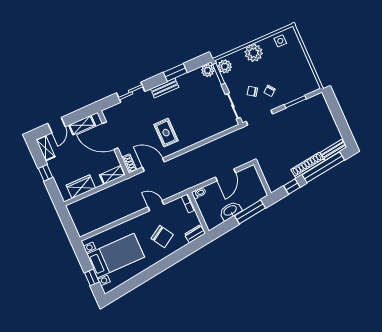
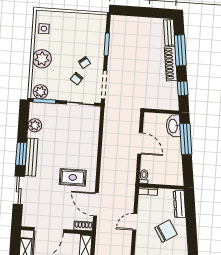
plant: (208, 70) -> (35, 125), moved
window: (175, 72) -> (21, 154), moved
bench: (165, 88) -> (31, 157), width x1.36
door: (153, 165) -> (96, 204), hinge flipped
window: (323, 167) -> (180, 50), width x0.68
washbasin: (230, 211) -> (173, 126), moved
dresser: (195, 234) -> (179, 204), width x1.44

